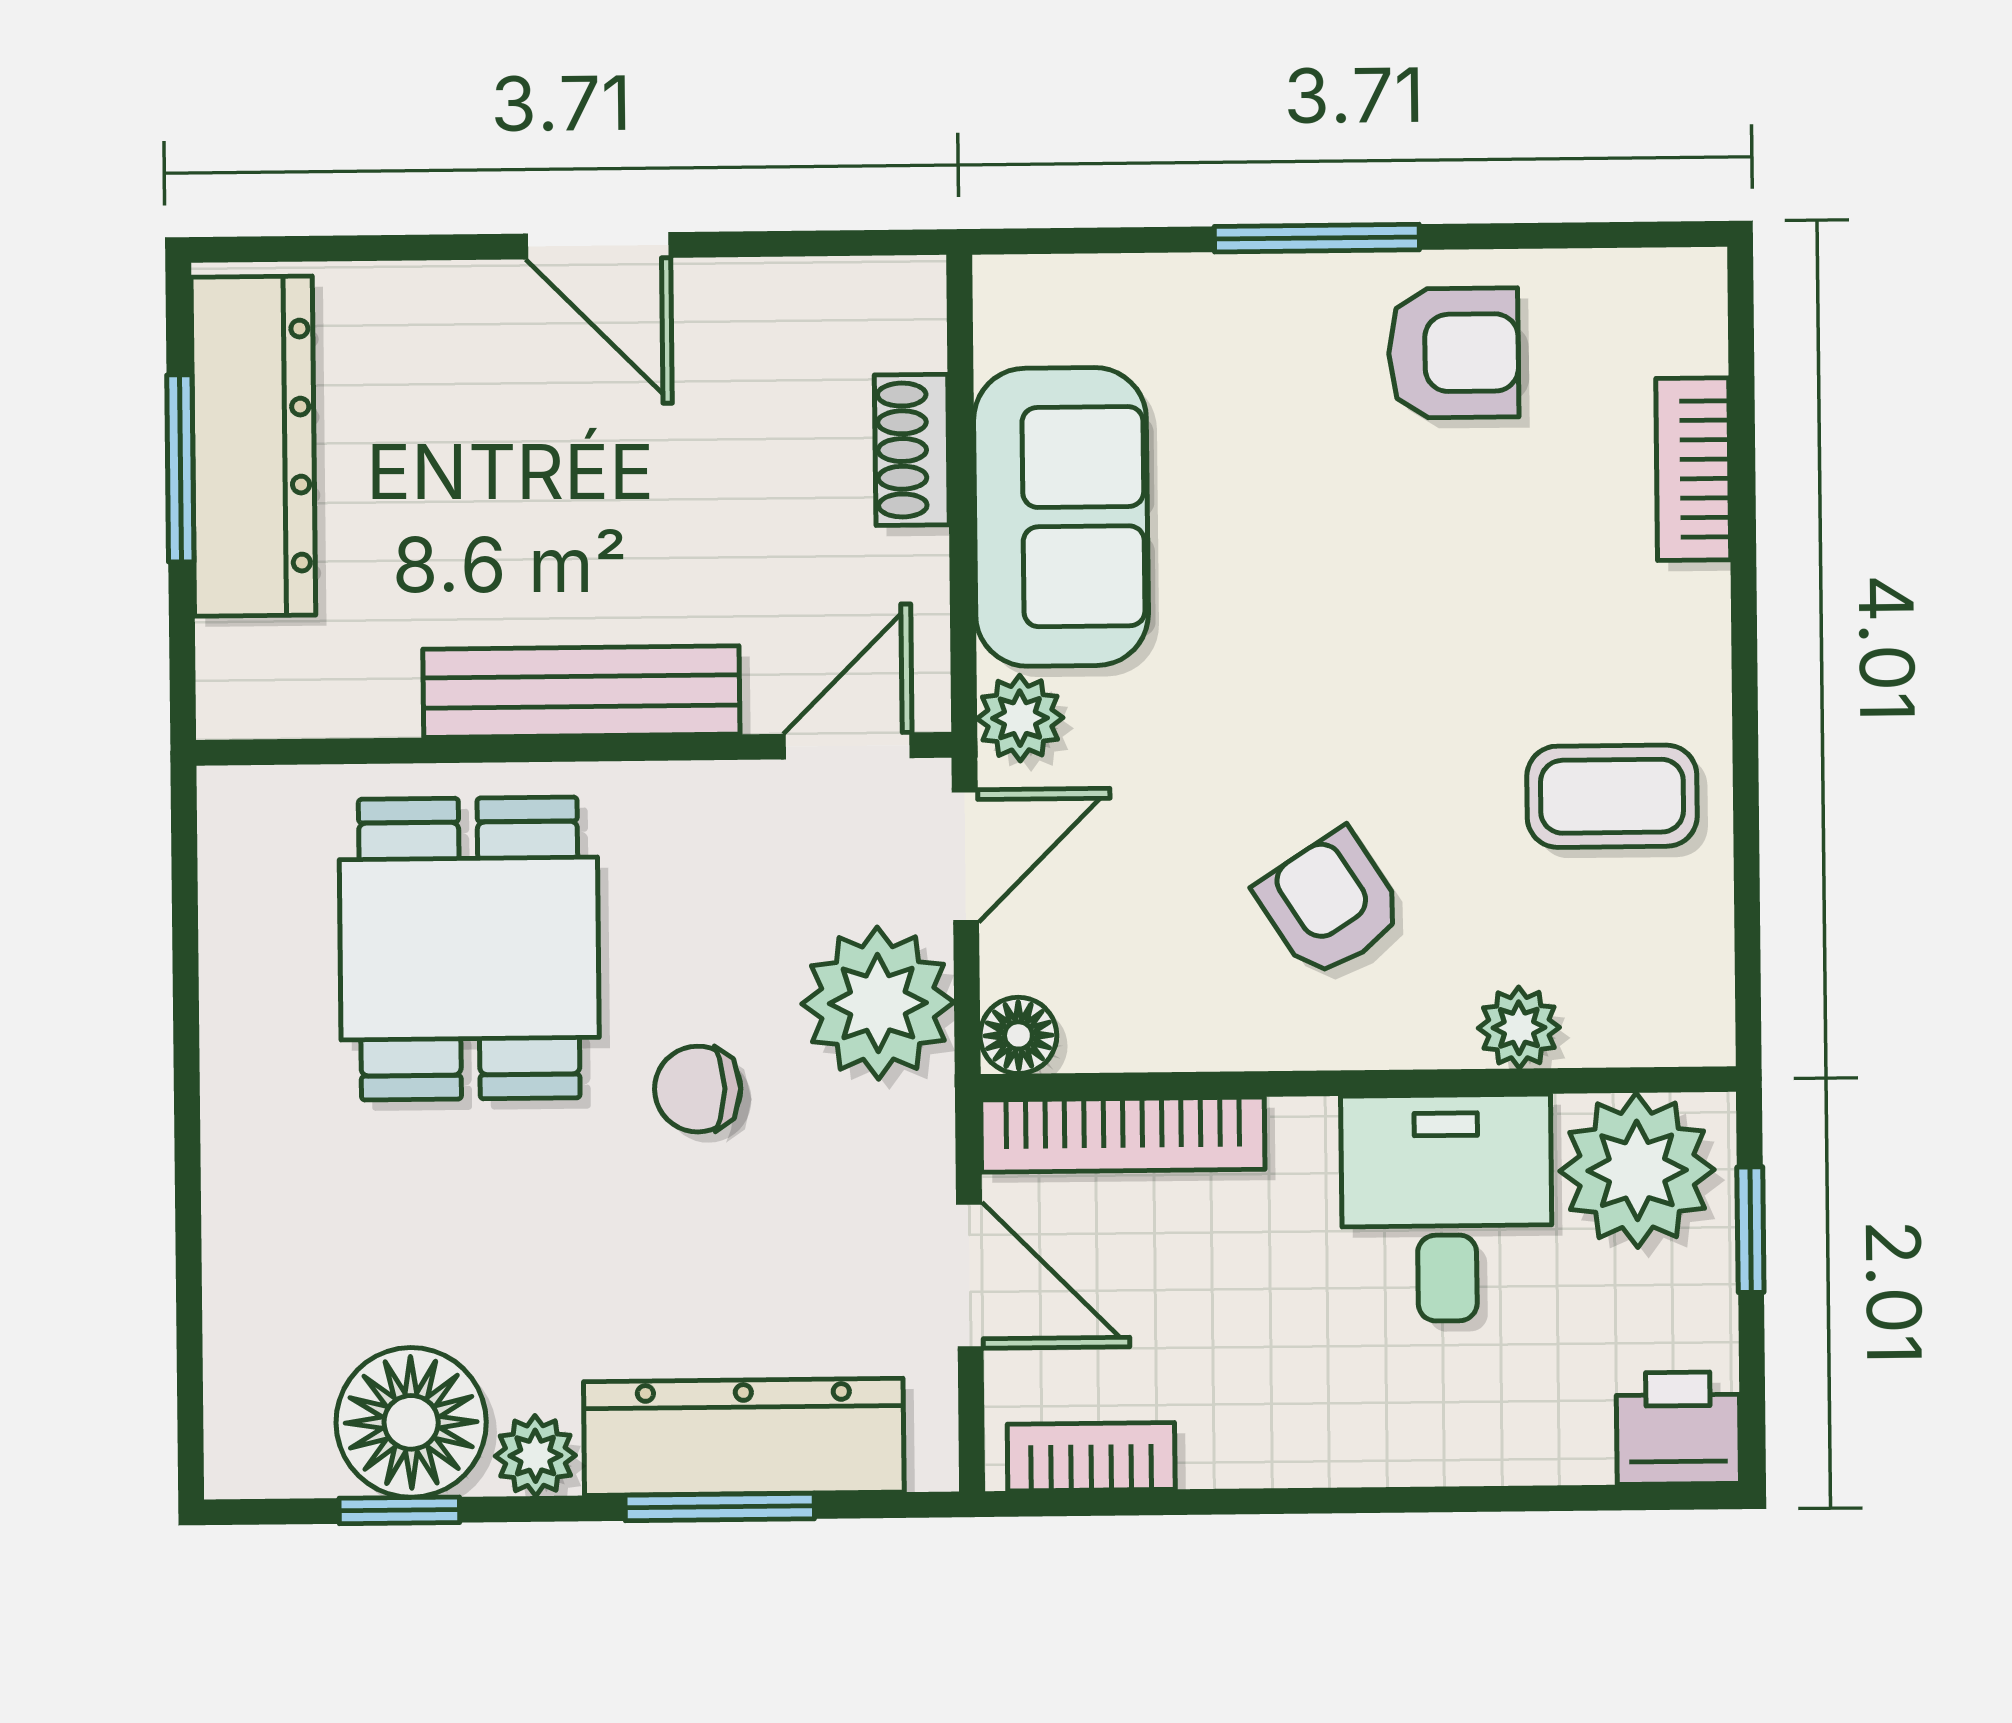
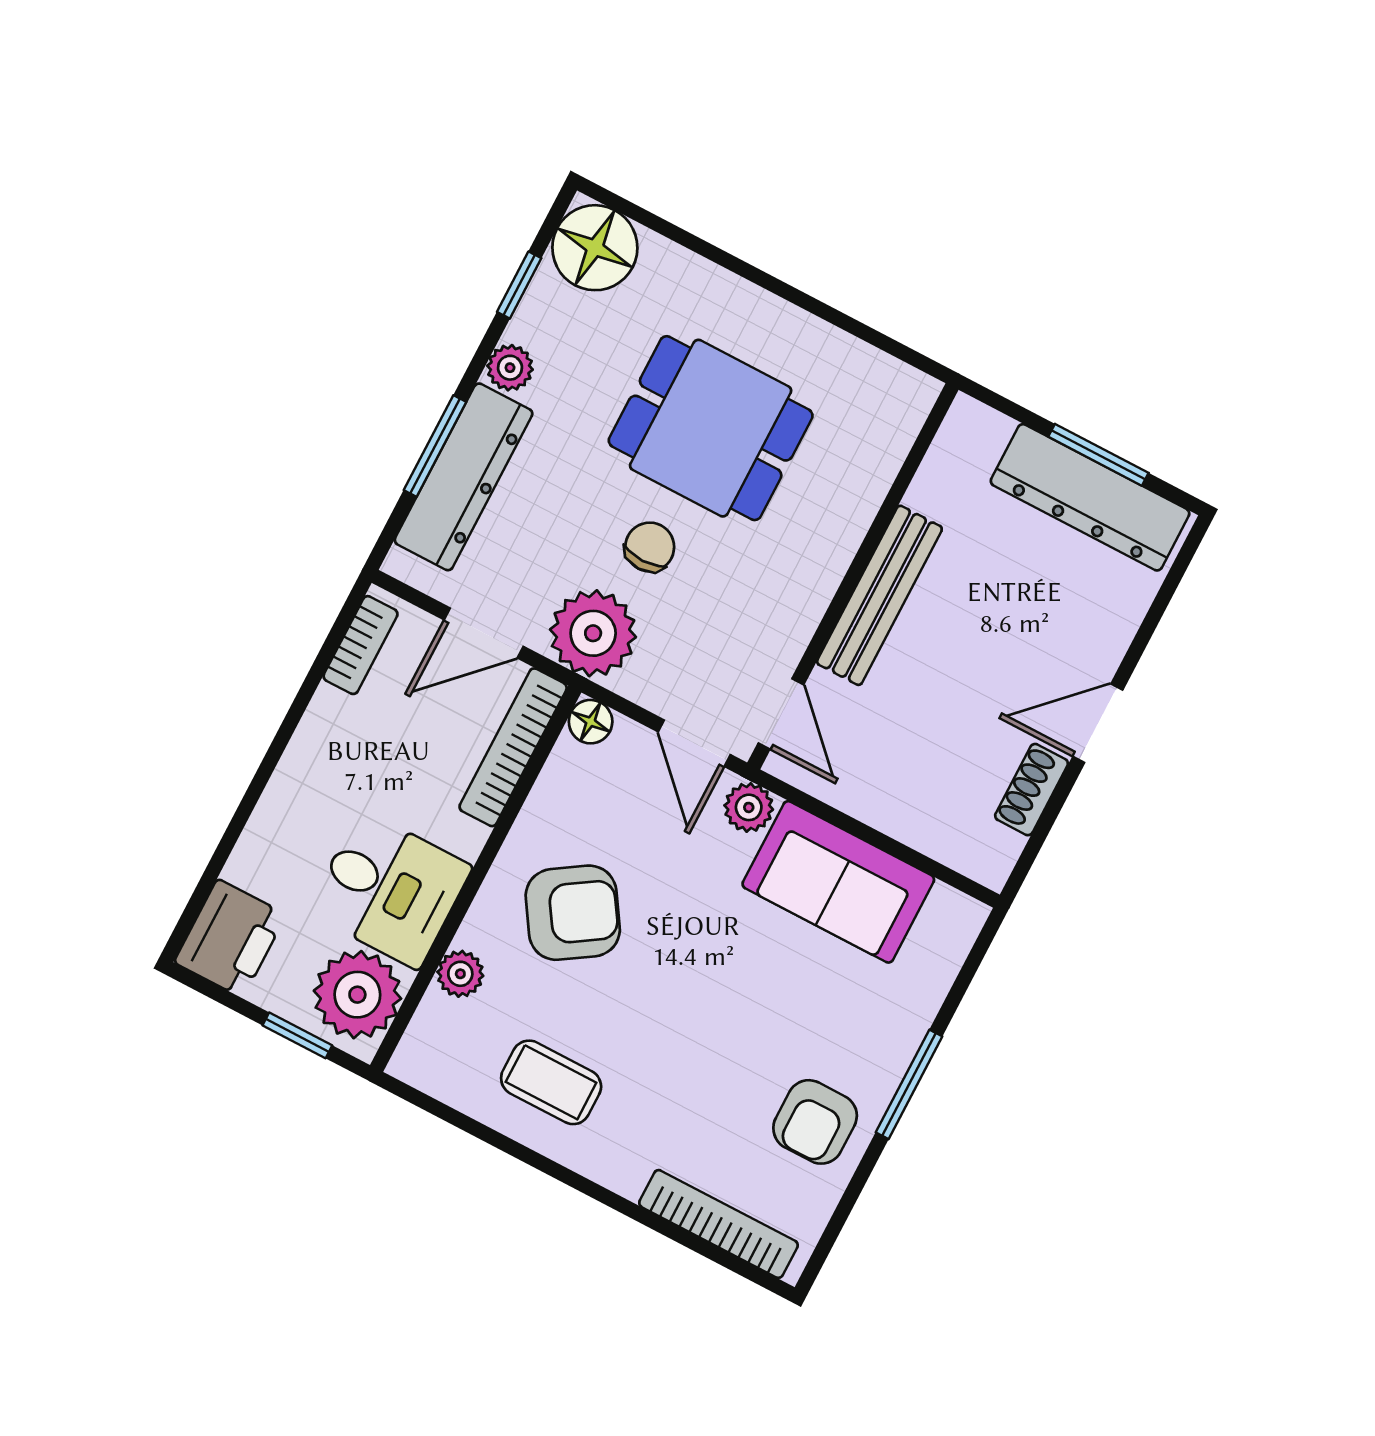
shoe rack: (912, 450) -> (1032, 790), moved, turned -90
bookcase: (1693, 469) -> (718, 1224), width x1.56
coffee table: (1612, 796) -> (551, 1082), turned 90
armchair: (1330, 904) -> (573, 913), width x1.38, depth x1.38
dining table: (469, 949) -> (711, 428), moved
plant: (878, 1003) -> (593, 633), moved
floor lamp: (411, 1422) -> (595, 248), moved
printer: (1678, 1428) -> (230, 938), width x1.36, depth x1.24

